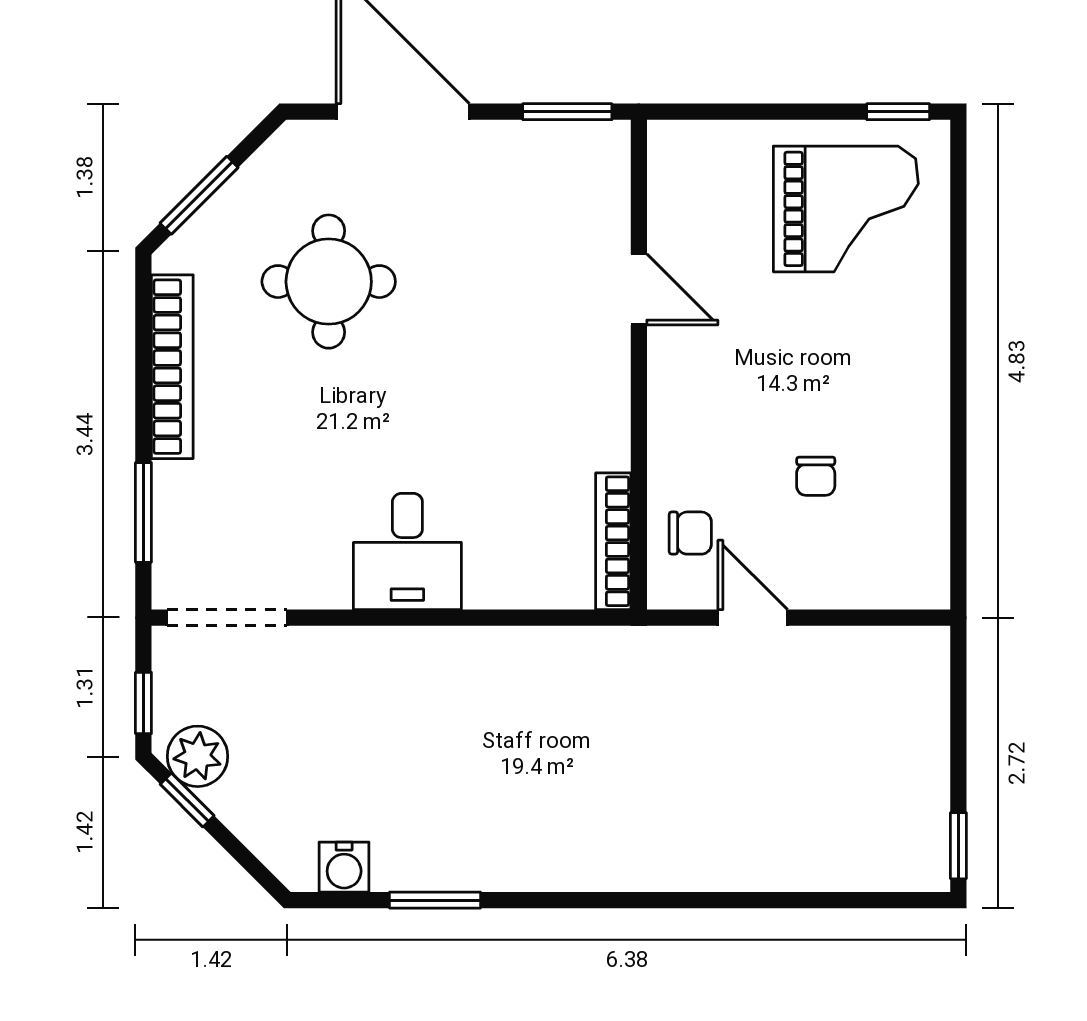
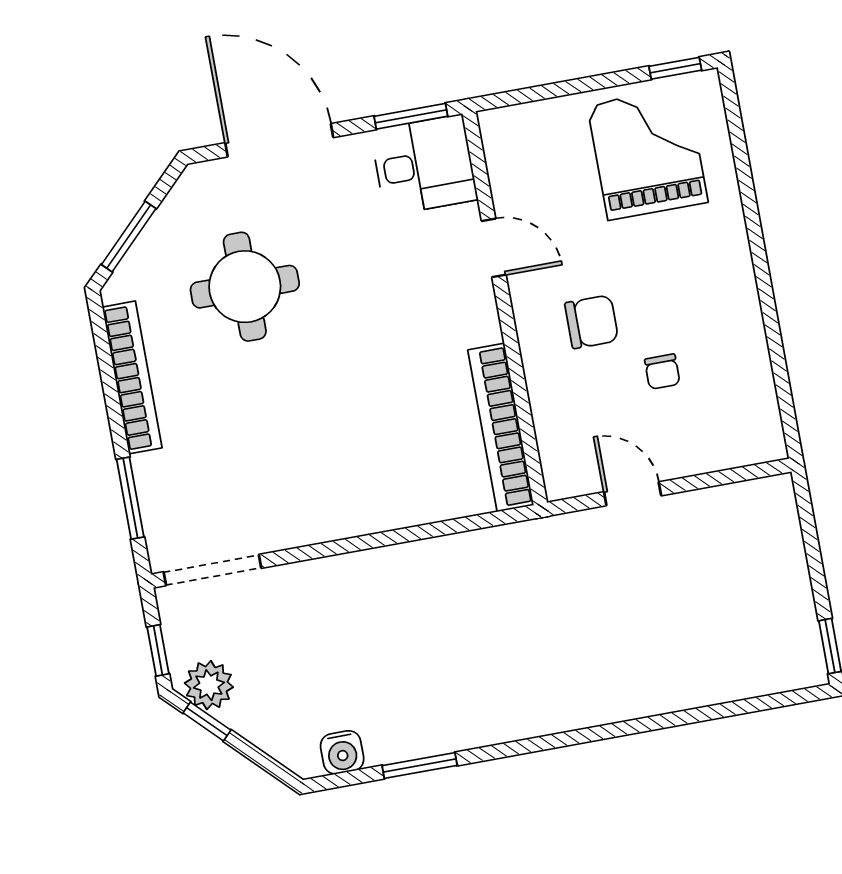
grand piano: (846, 209) -> (648, 154), turned -90
chair: (690, 533) -> (592, 322), moved, width x1.37, depth x1.37
bookcase: (613, 541) -> (501, 427), width x1.48, depth x1.31
desk: (407, 552) -> (424, 165), moved, turned -90

